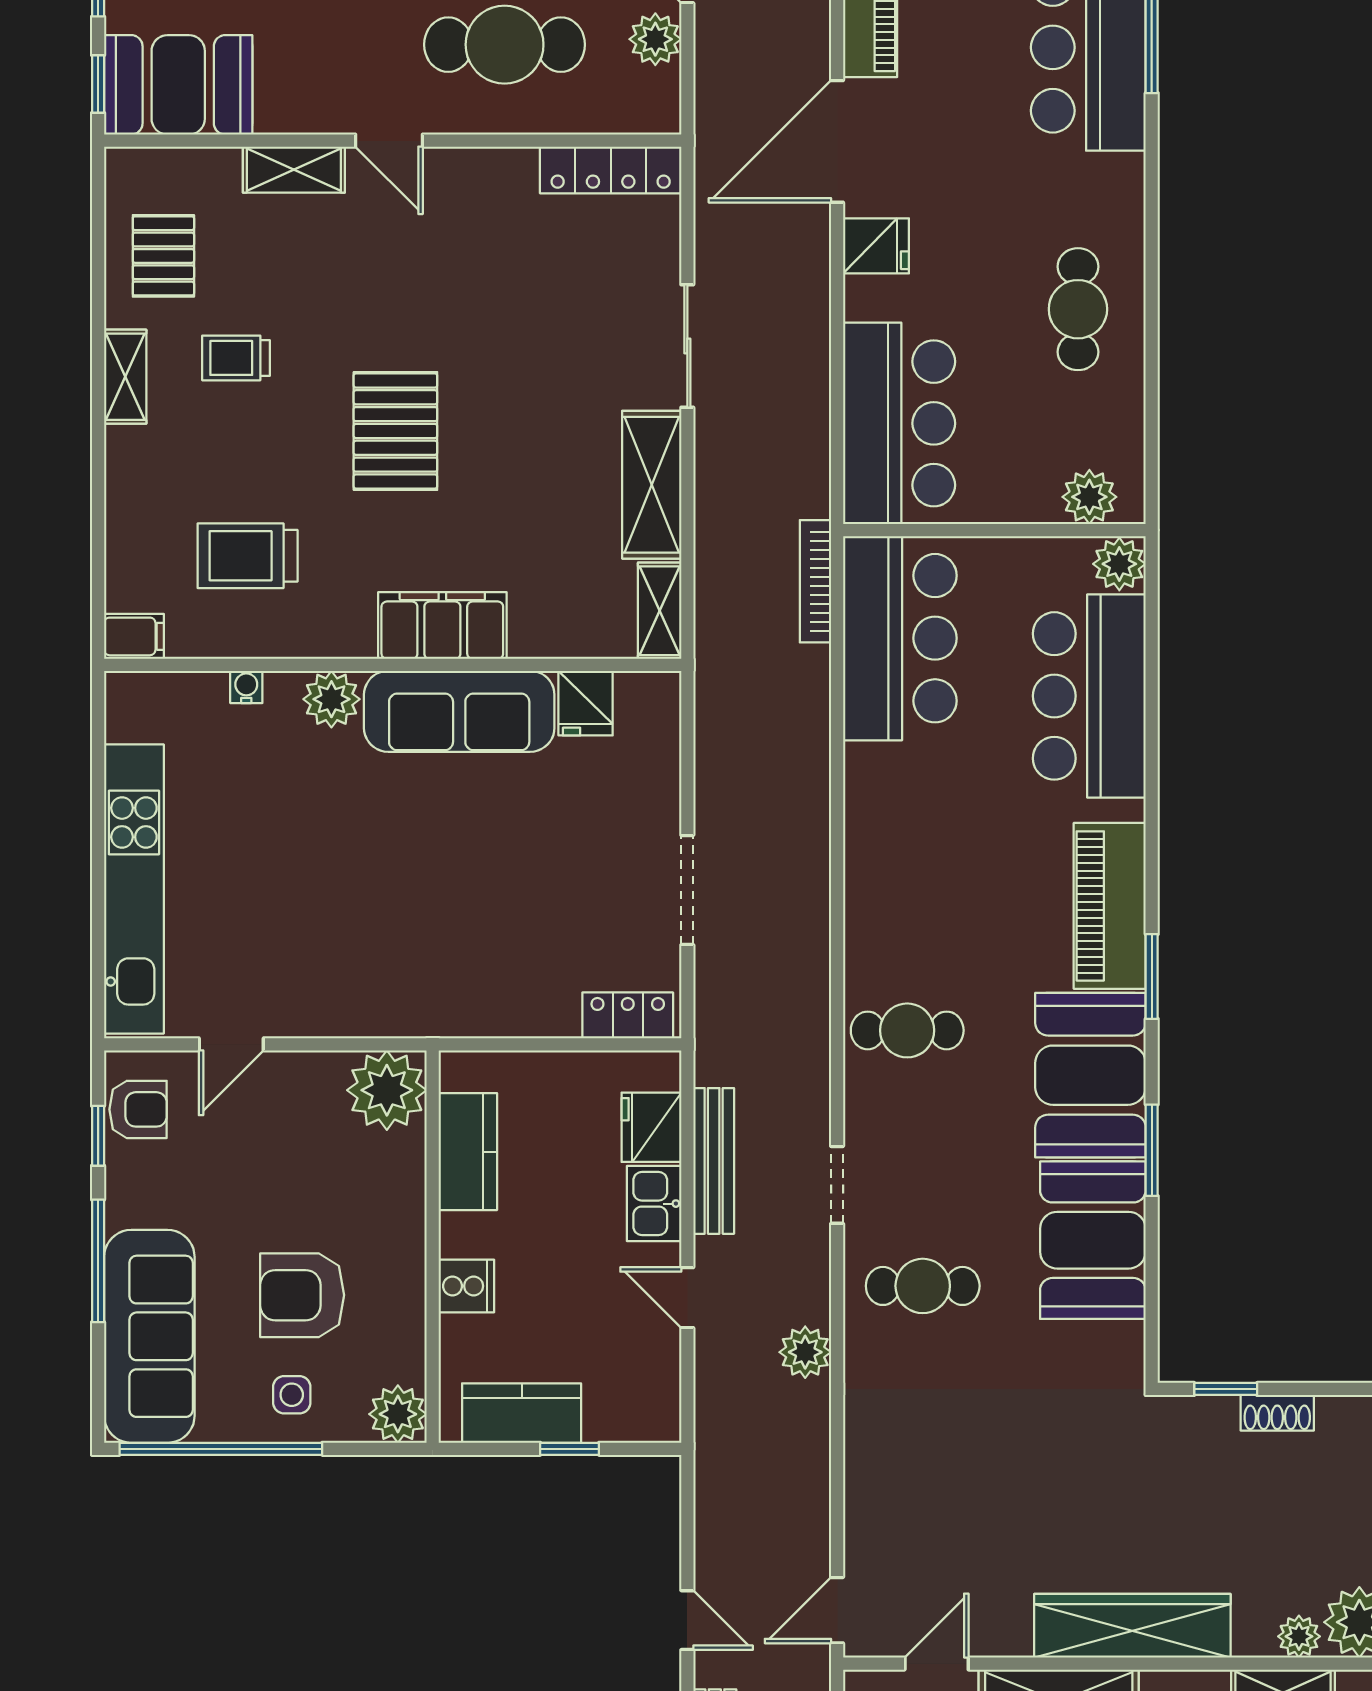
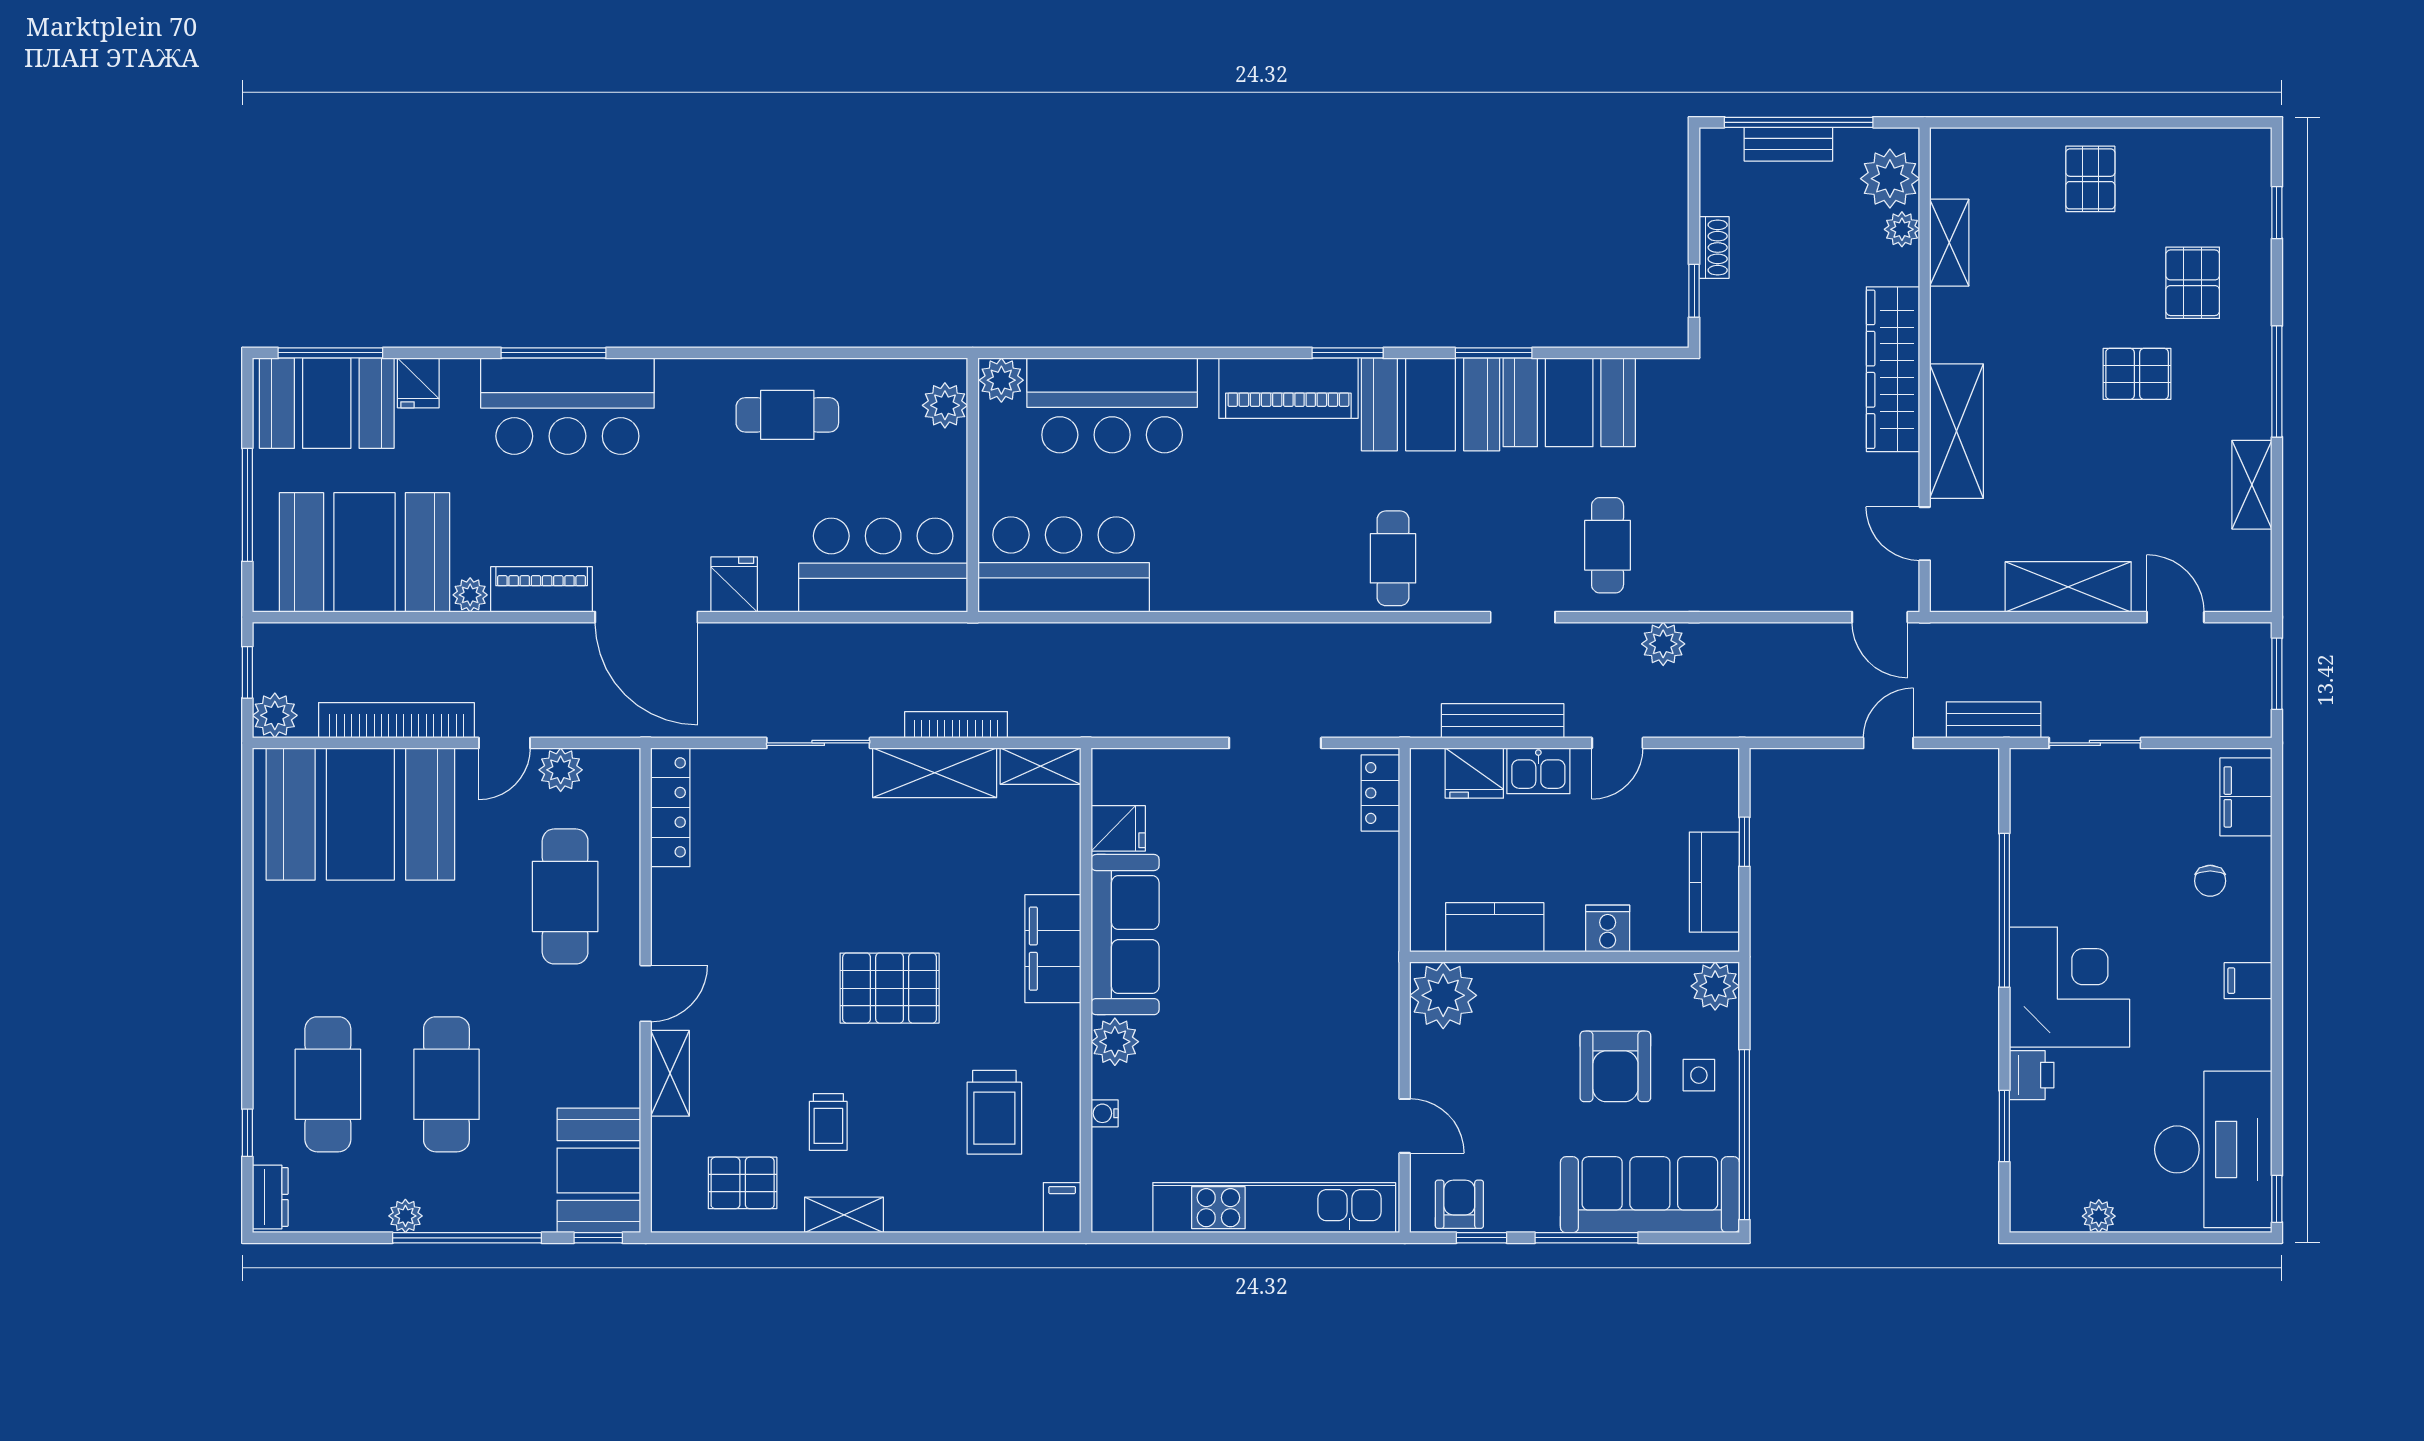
bookcase: (815, 581) -> (956, 725), moved, turned 180

